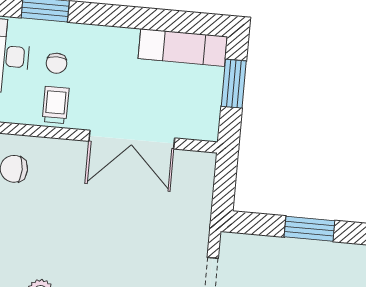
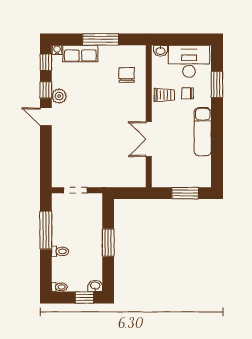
exam couch: (183, 48) -> (203, 132), moved
double door: (132, 140) -> (149, 139), width x0.73

